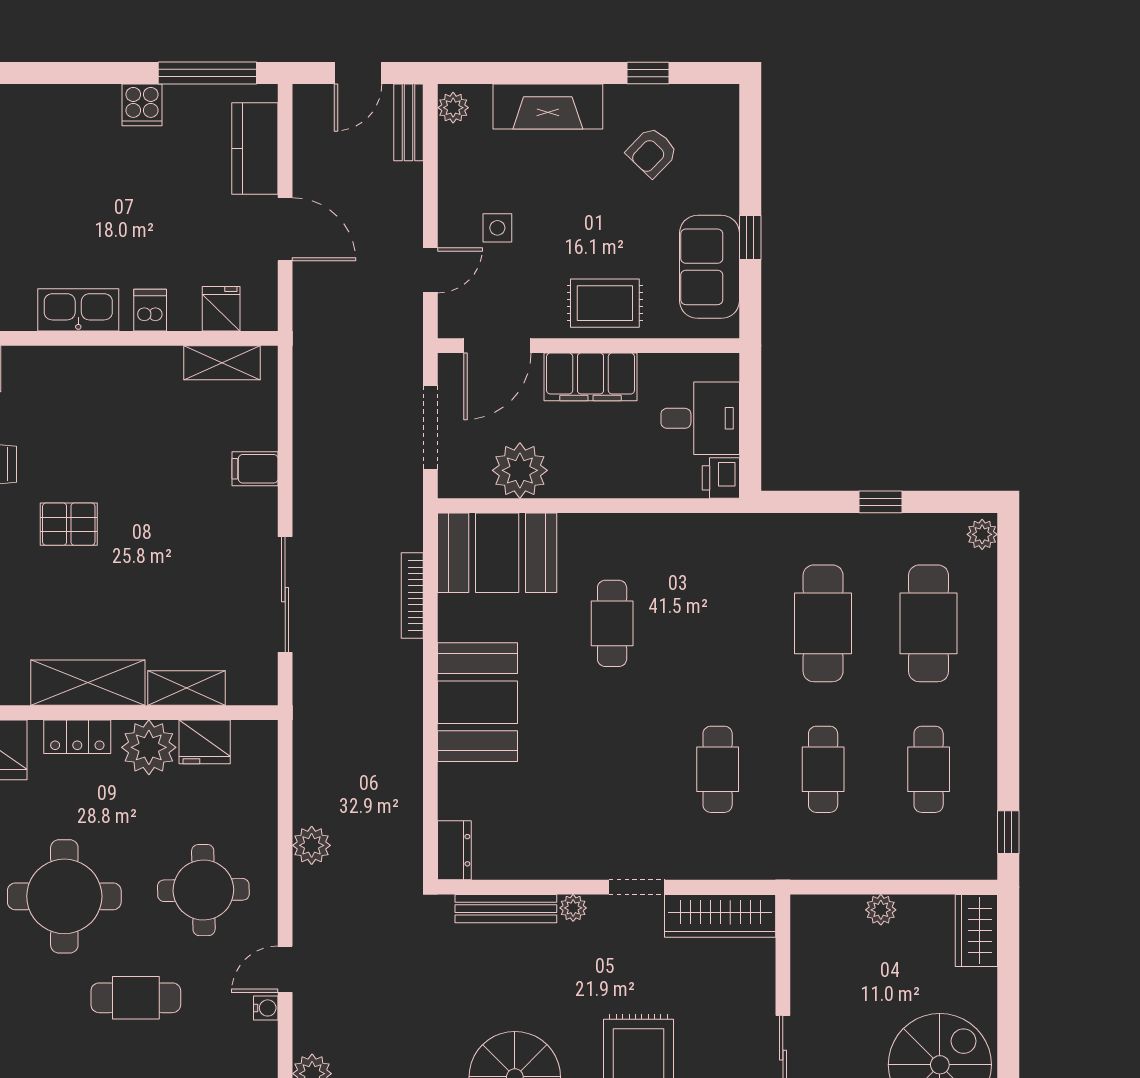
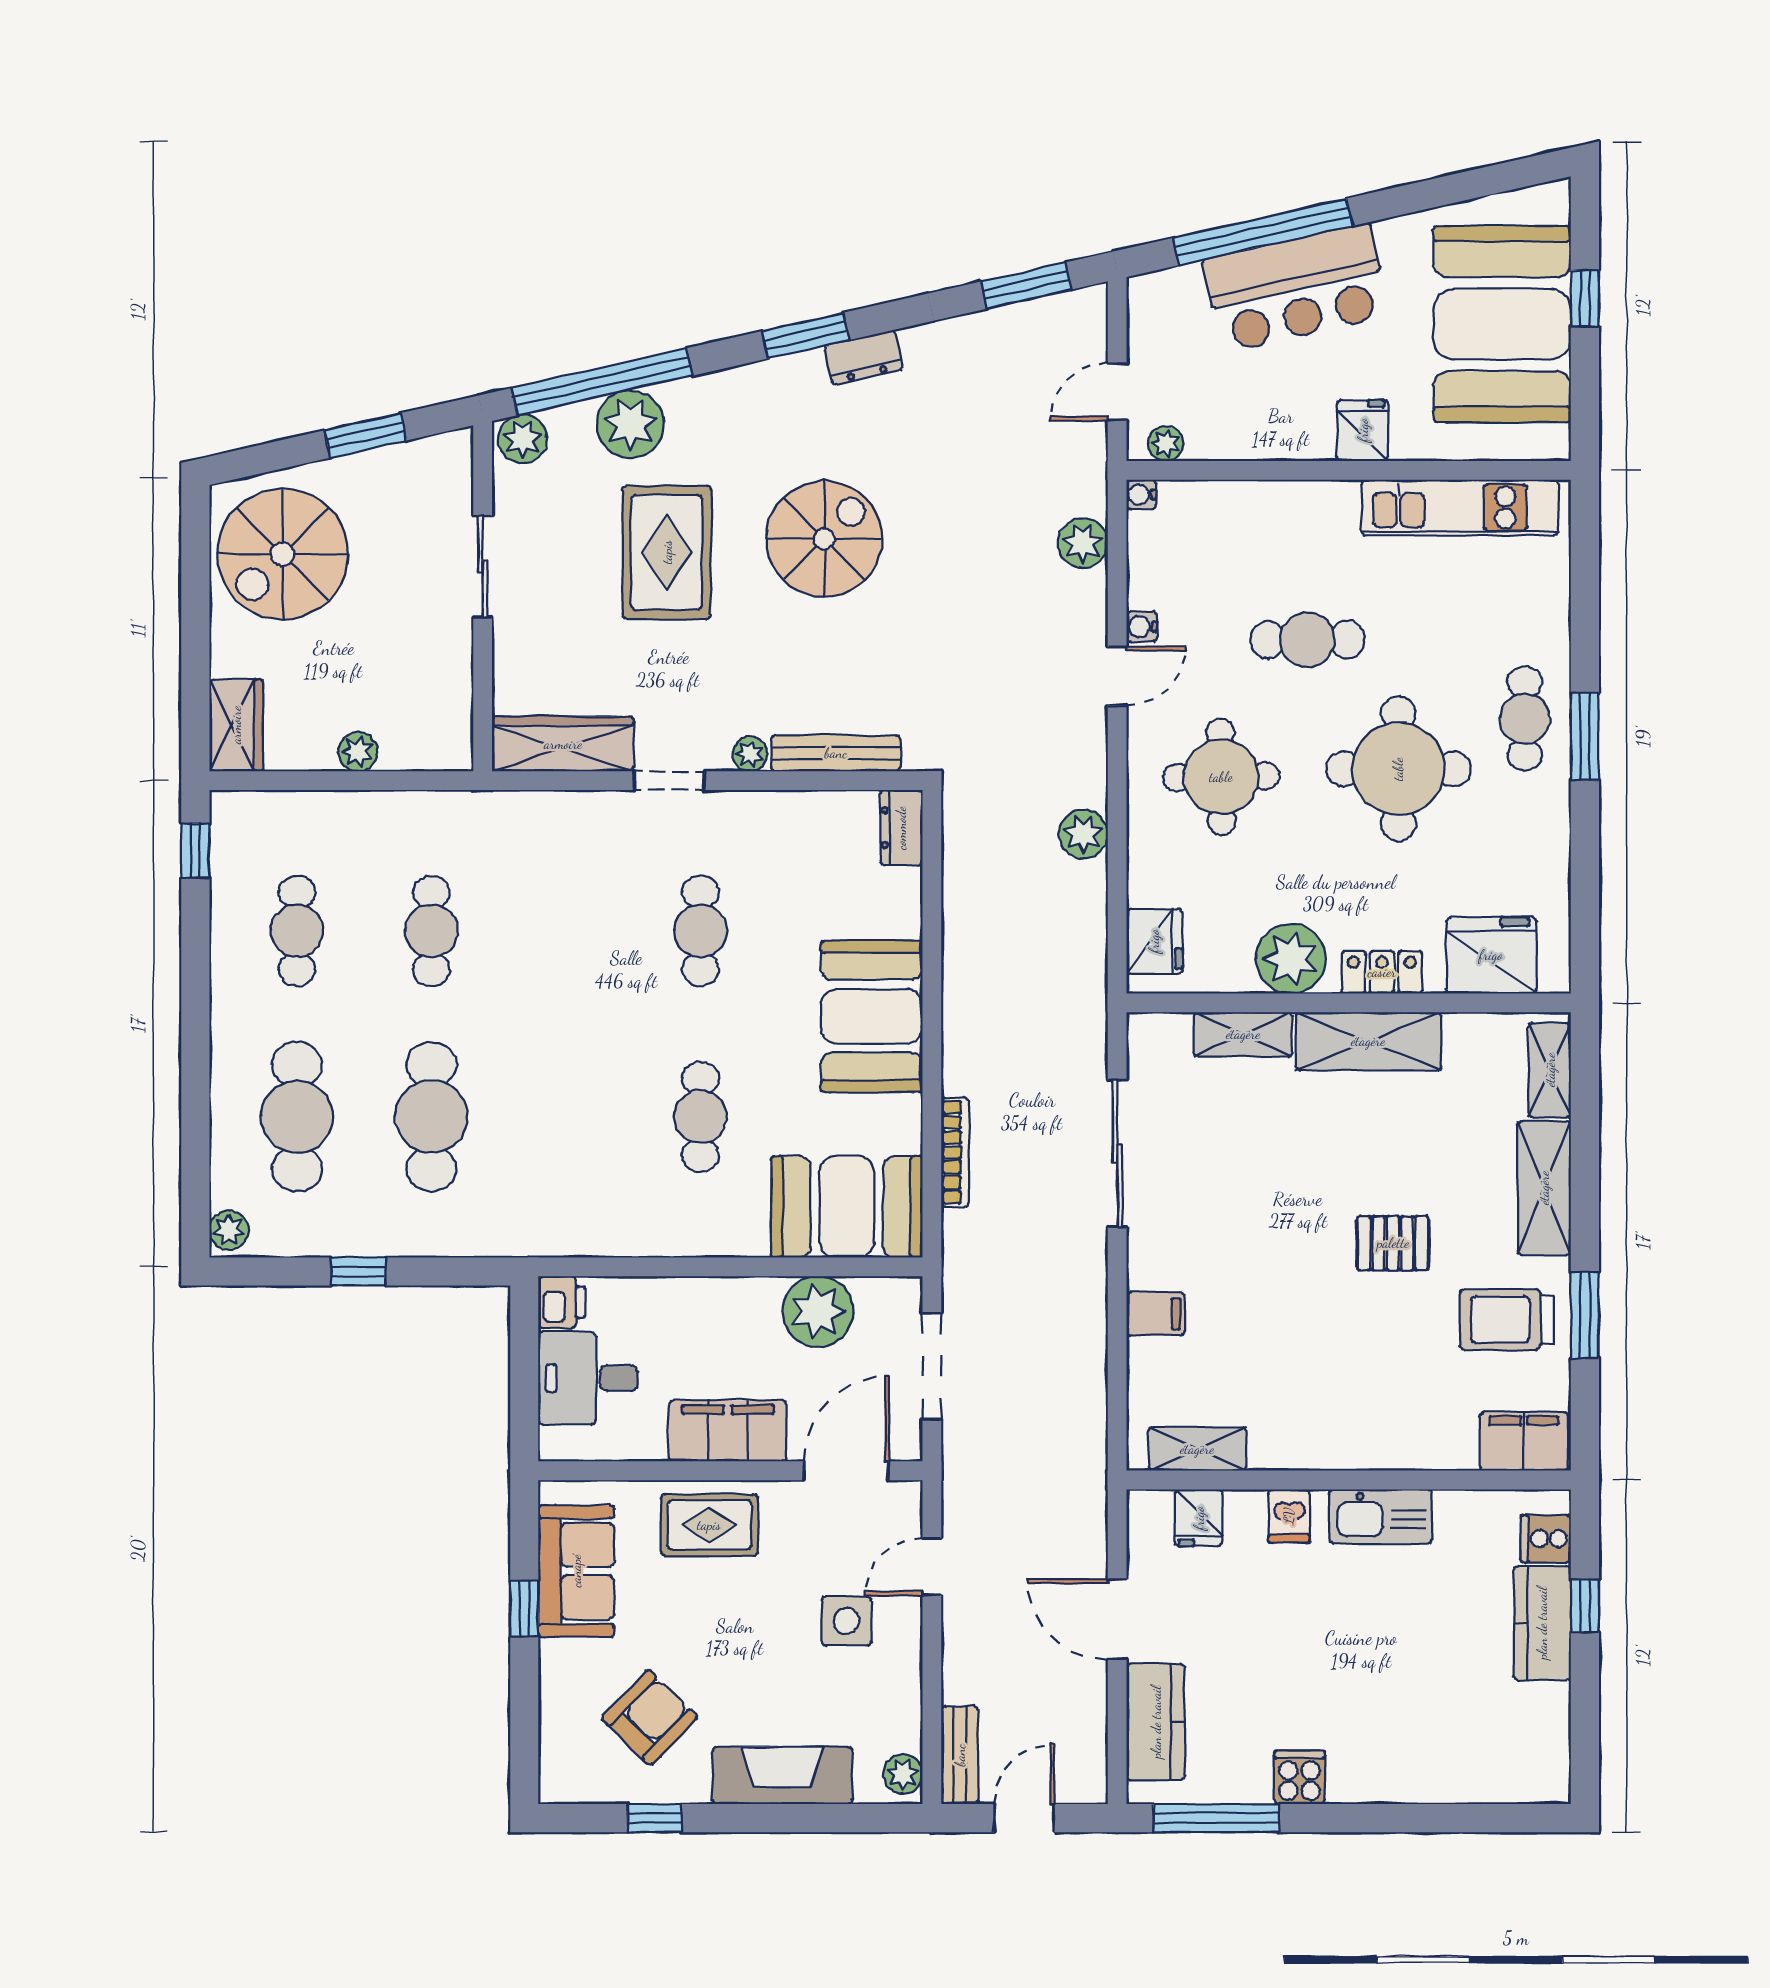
armchair: (652, 152) -> (649, 1717), width x1.38, depth x1.38
side table: (497, 228) -> (846, 1621), width x1.37, depth x1.37
fridge: (205, 742) -> (1154, 941), moved, turned 90
cafe table: (718, 769) -> (700, 931), moved

